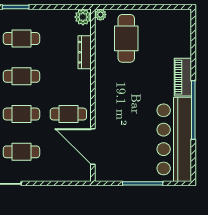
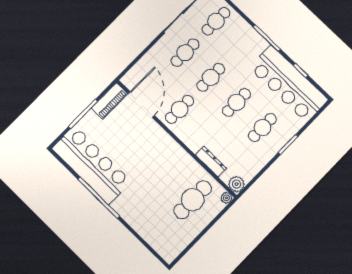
cafe table: (126, 38) -> (193, 200), turned 90
piano: (183, 77) -> (109, 101), moved, turned 90
door: (93, 146) -> (141, 104), hinge flipped

